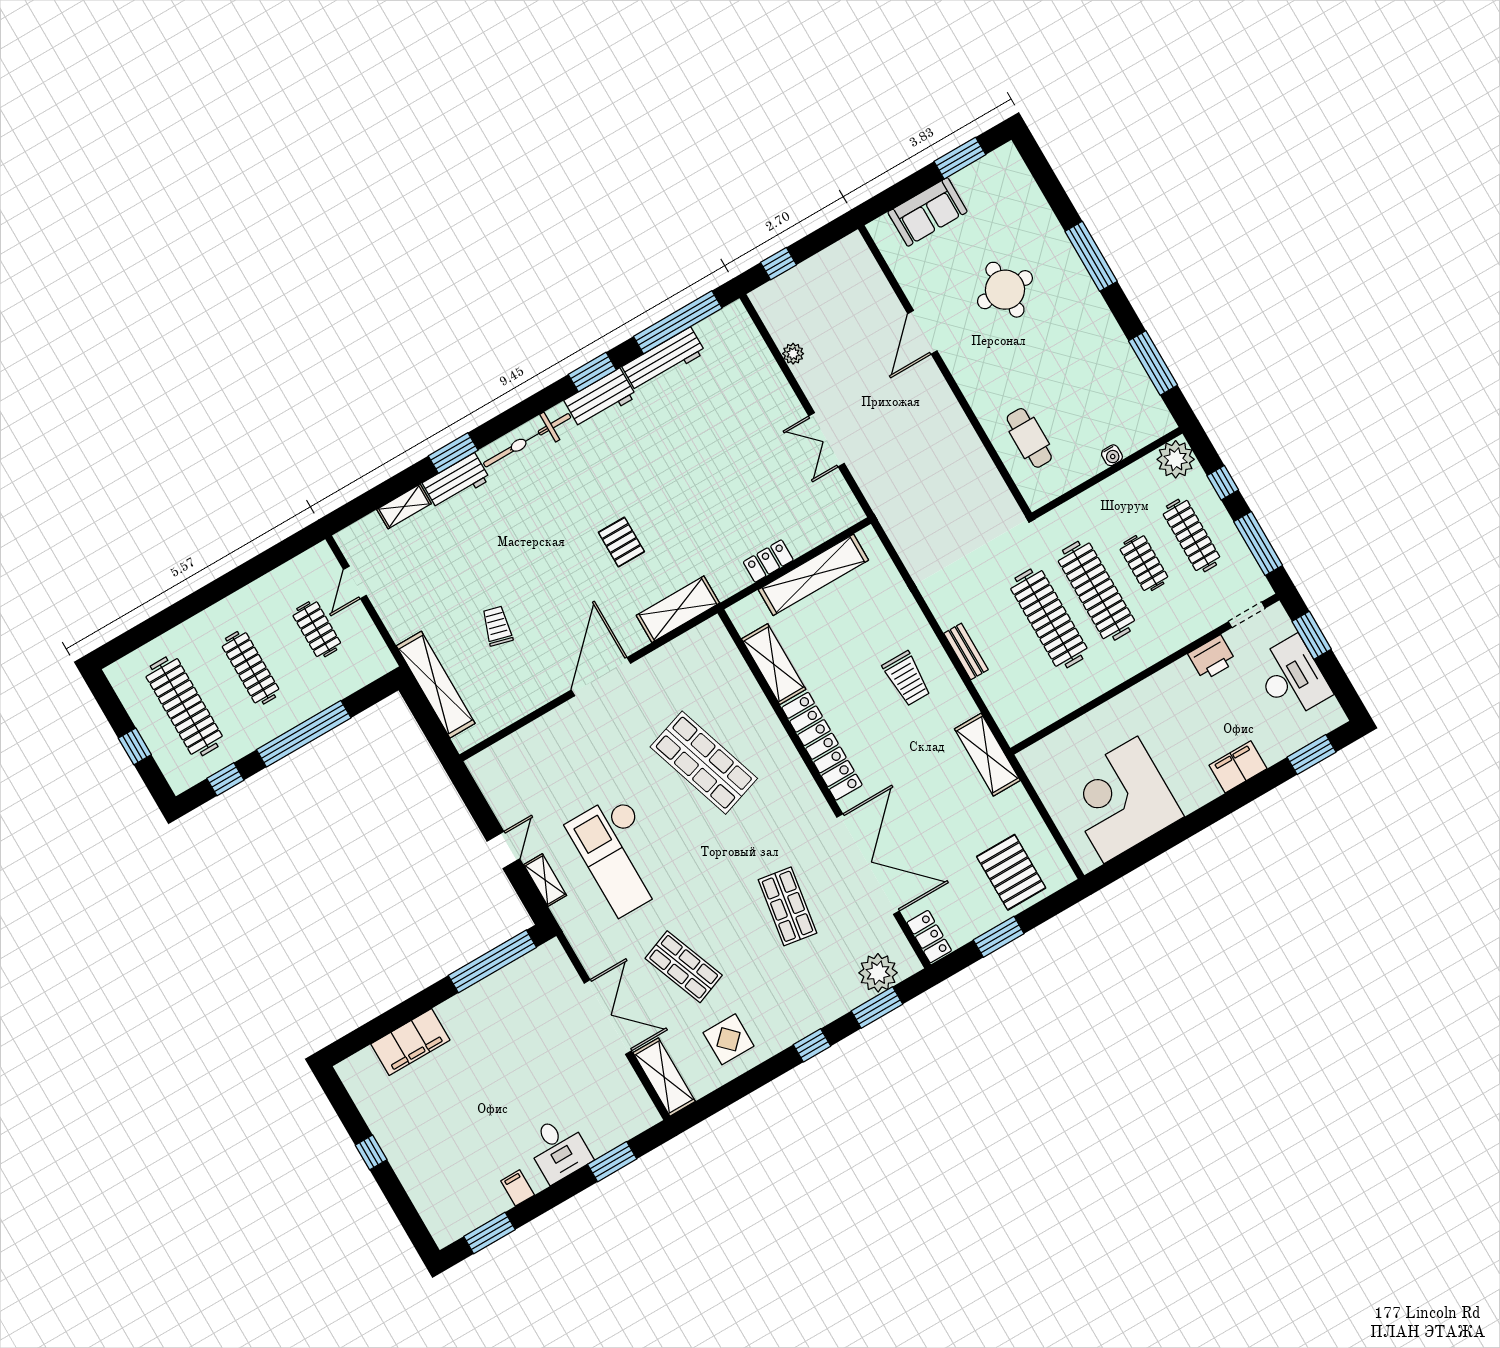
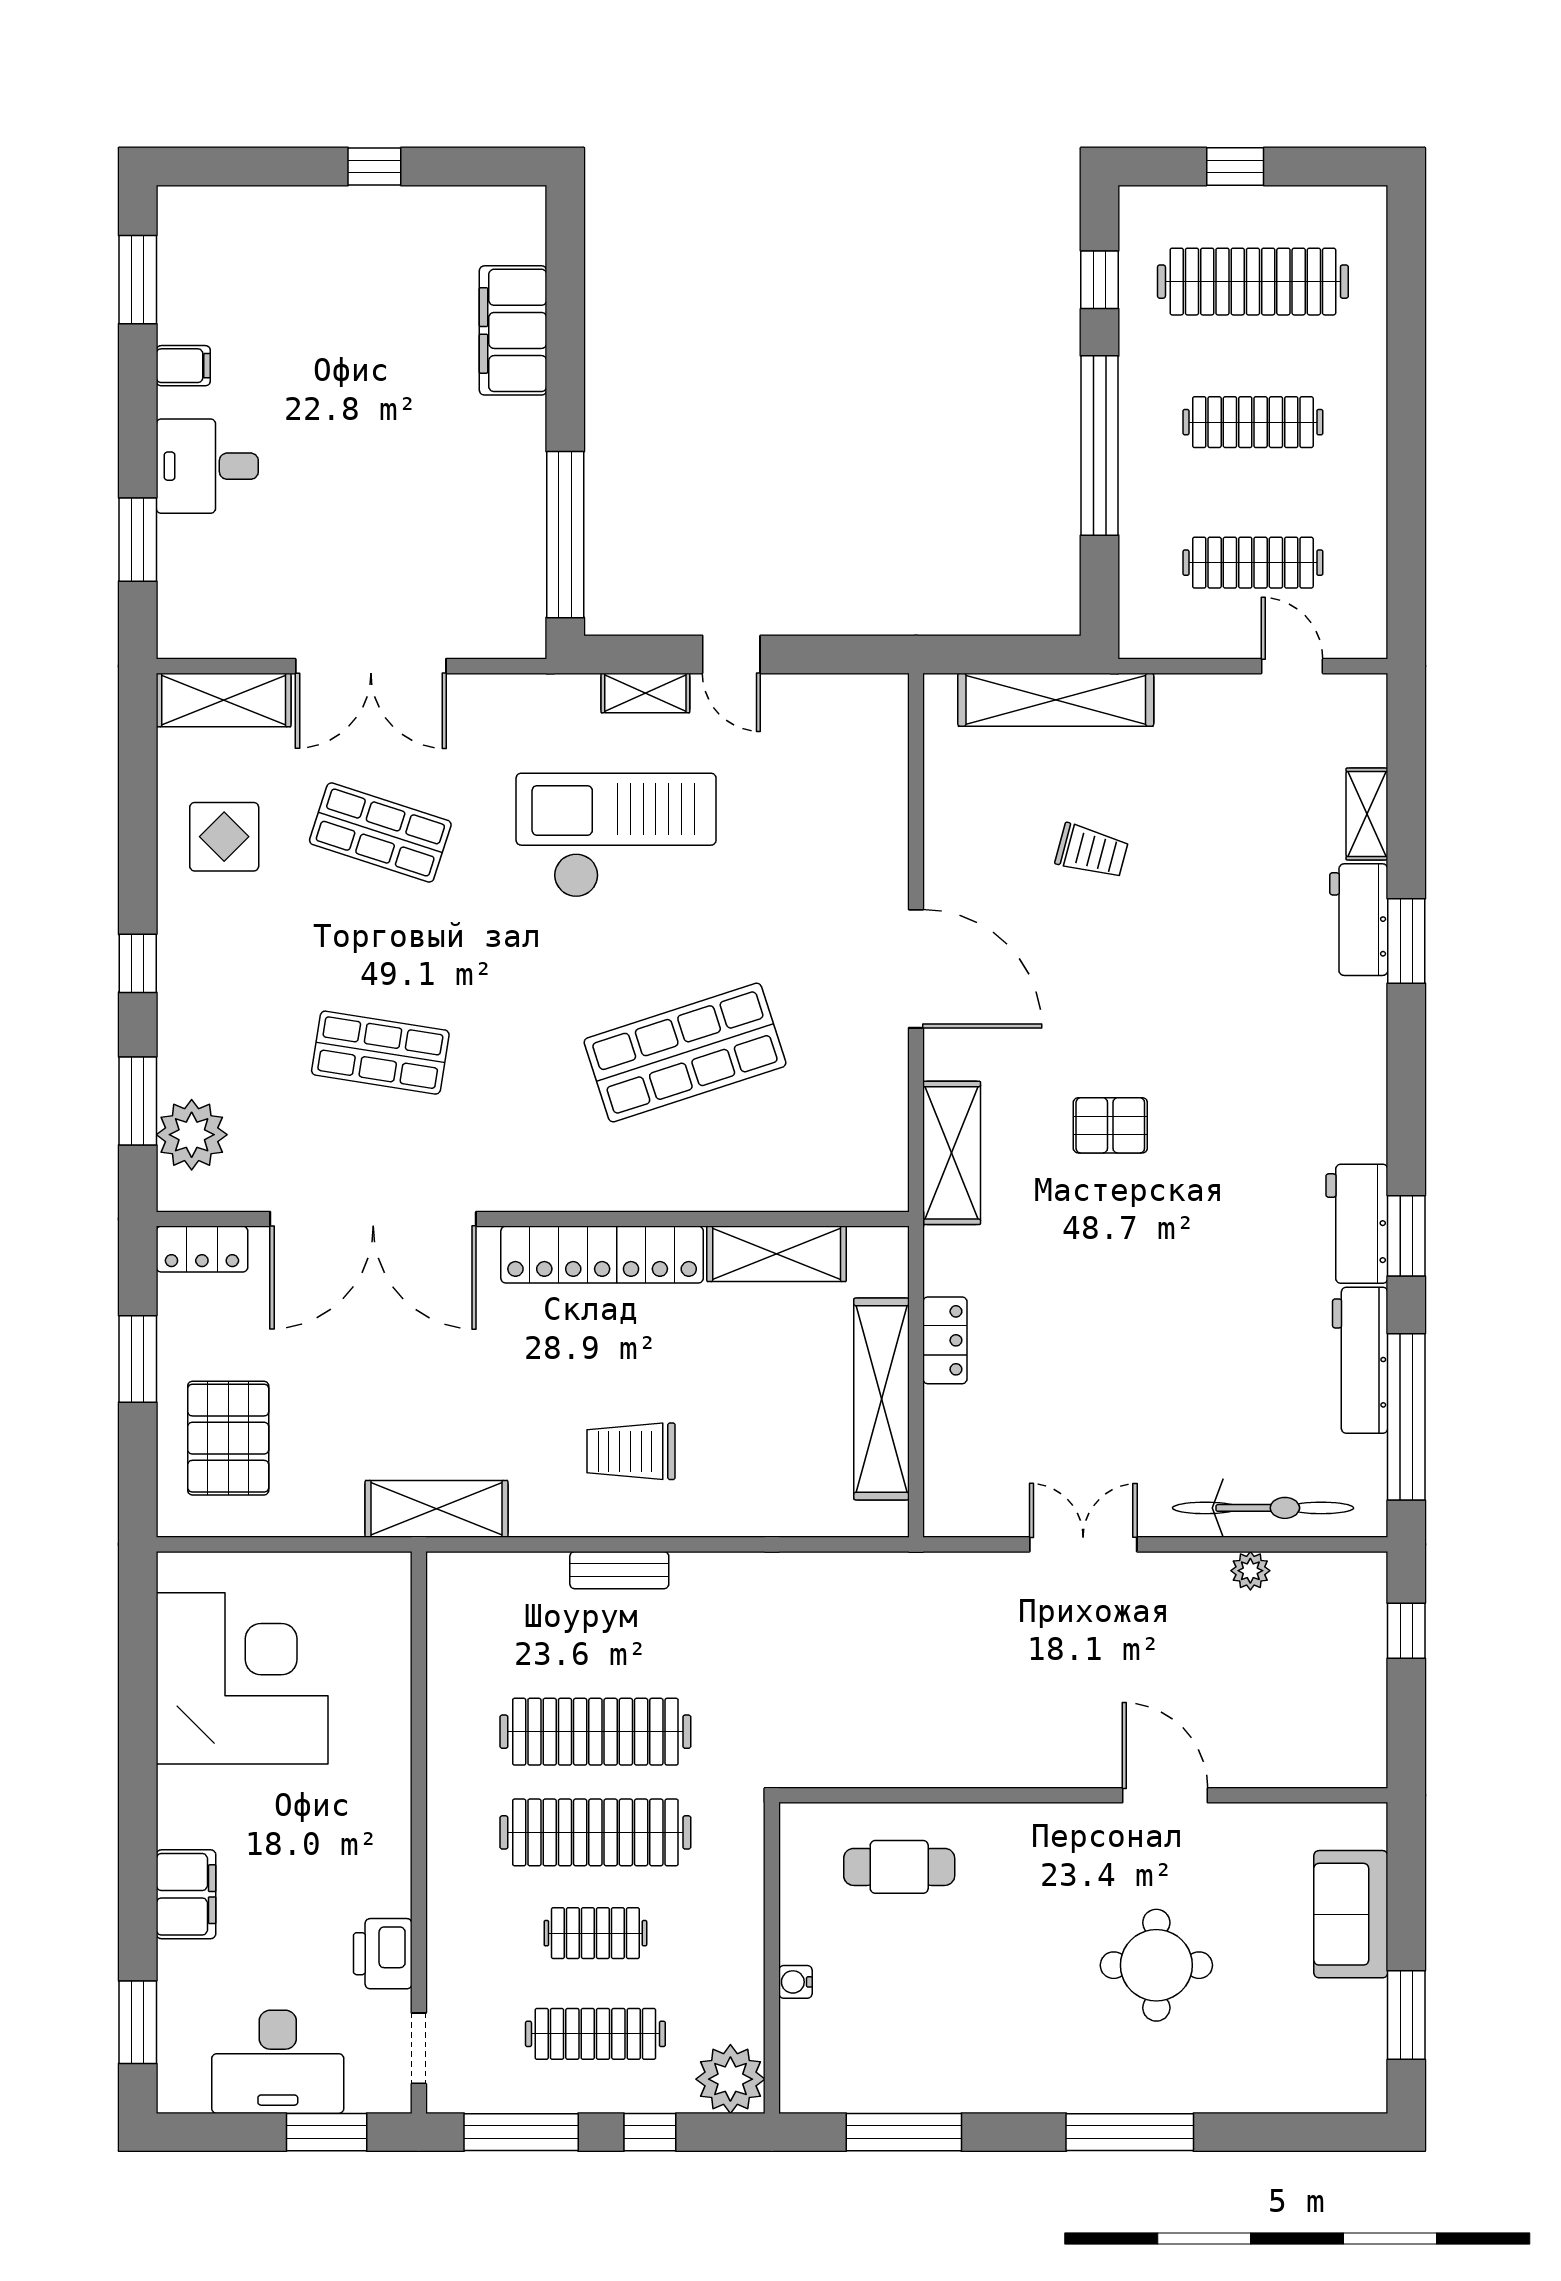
bicycle: (527, 440) -> (1263, 1508), moved, turned 90
clothes rail: (317, 629) -> (1253, 563), width x1.36
pallet: (1011, 872) -> (228, 1438), turned 90
shop shelf: (684, 967) -> (380, 833), turned 39

